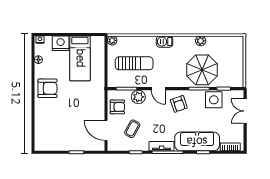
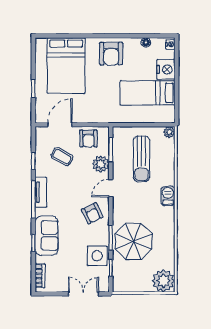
plant: (201, 41) -> (163, 281), moved, width x1.88, depth x1.88
armchair: (179, 104) -> (92, 213), turned -97
bed: (57, 125) -> (66, 66), added
sofa: (197, 141) -> (47, 236), width x0.73

